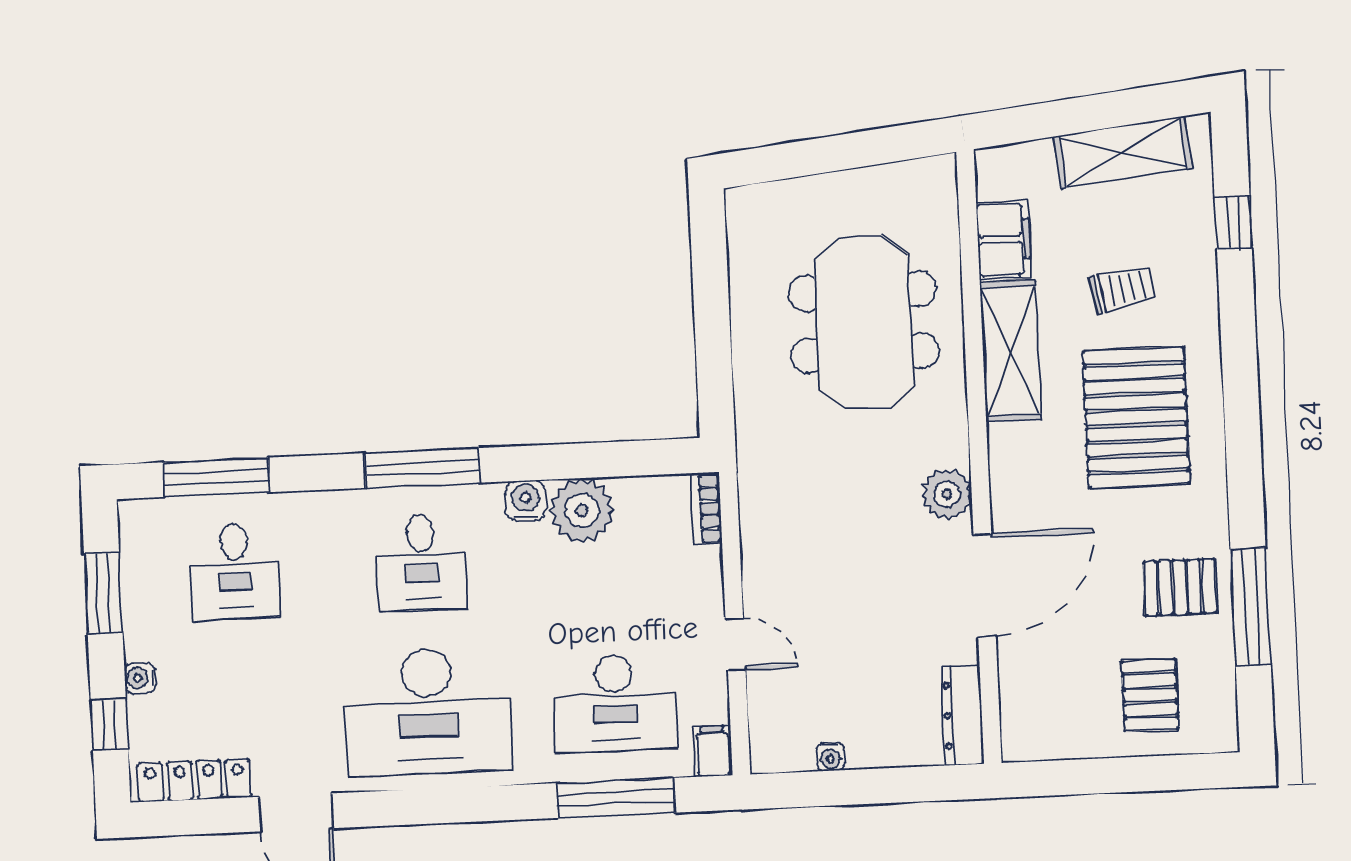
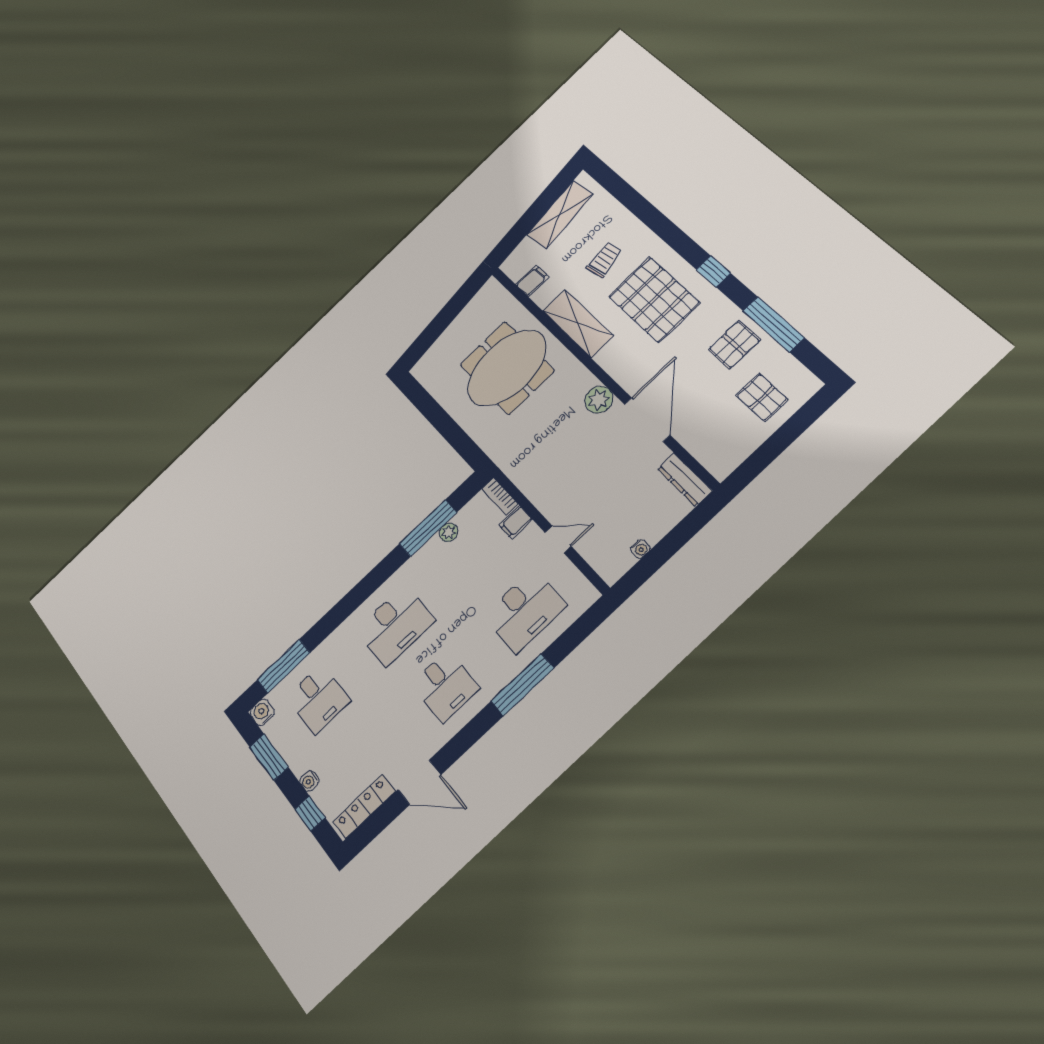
window: (1233, 223) -> (713, 271), moved
filing cabinet: (1004, 239) -> (532, 281), width x0.50
meeting table: (864, 322) -> (507, 368), turned 90
window: (422, 468) -> (428, 528), moved
water cooler: (525, 501) -> (262, 712), moved
plant: (582, 510) -> (449, 532), width x0.53, depth x0.53
desk: (421, 563) -> (395, 626), width x1.37
desk: (428, 712) -> (445, 686), width x0.53, depth x0.77
filing cabinet: (713, 751) -> (516, 522), moved, turned -90
window: (616, 798) -> (522, 685), moved

